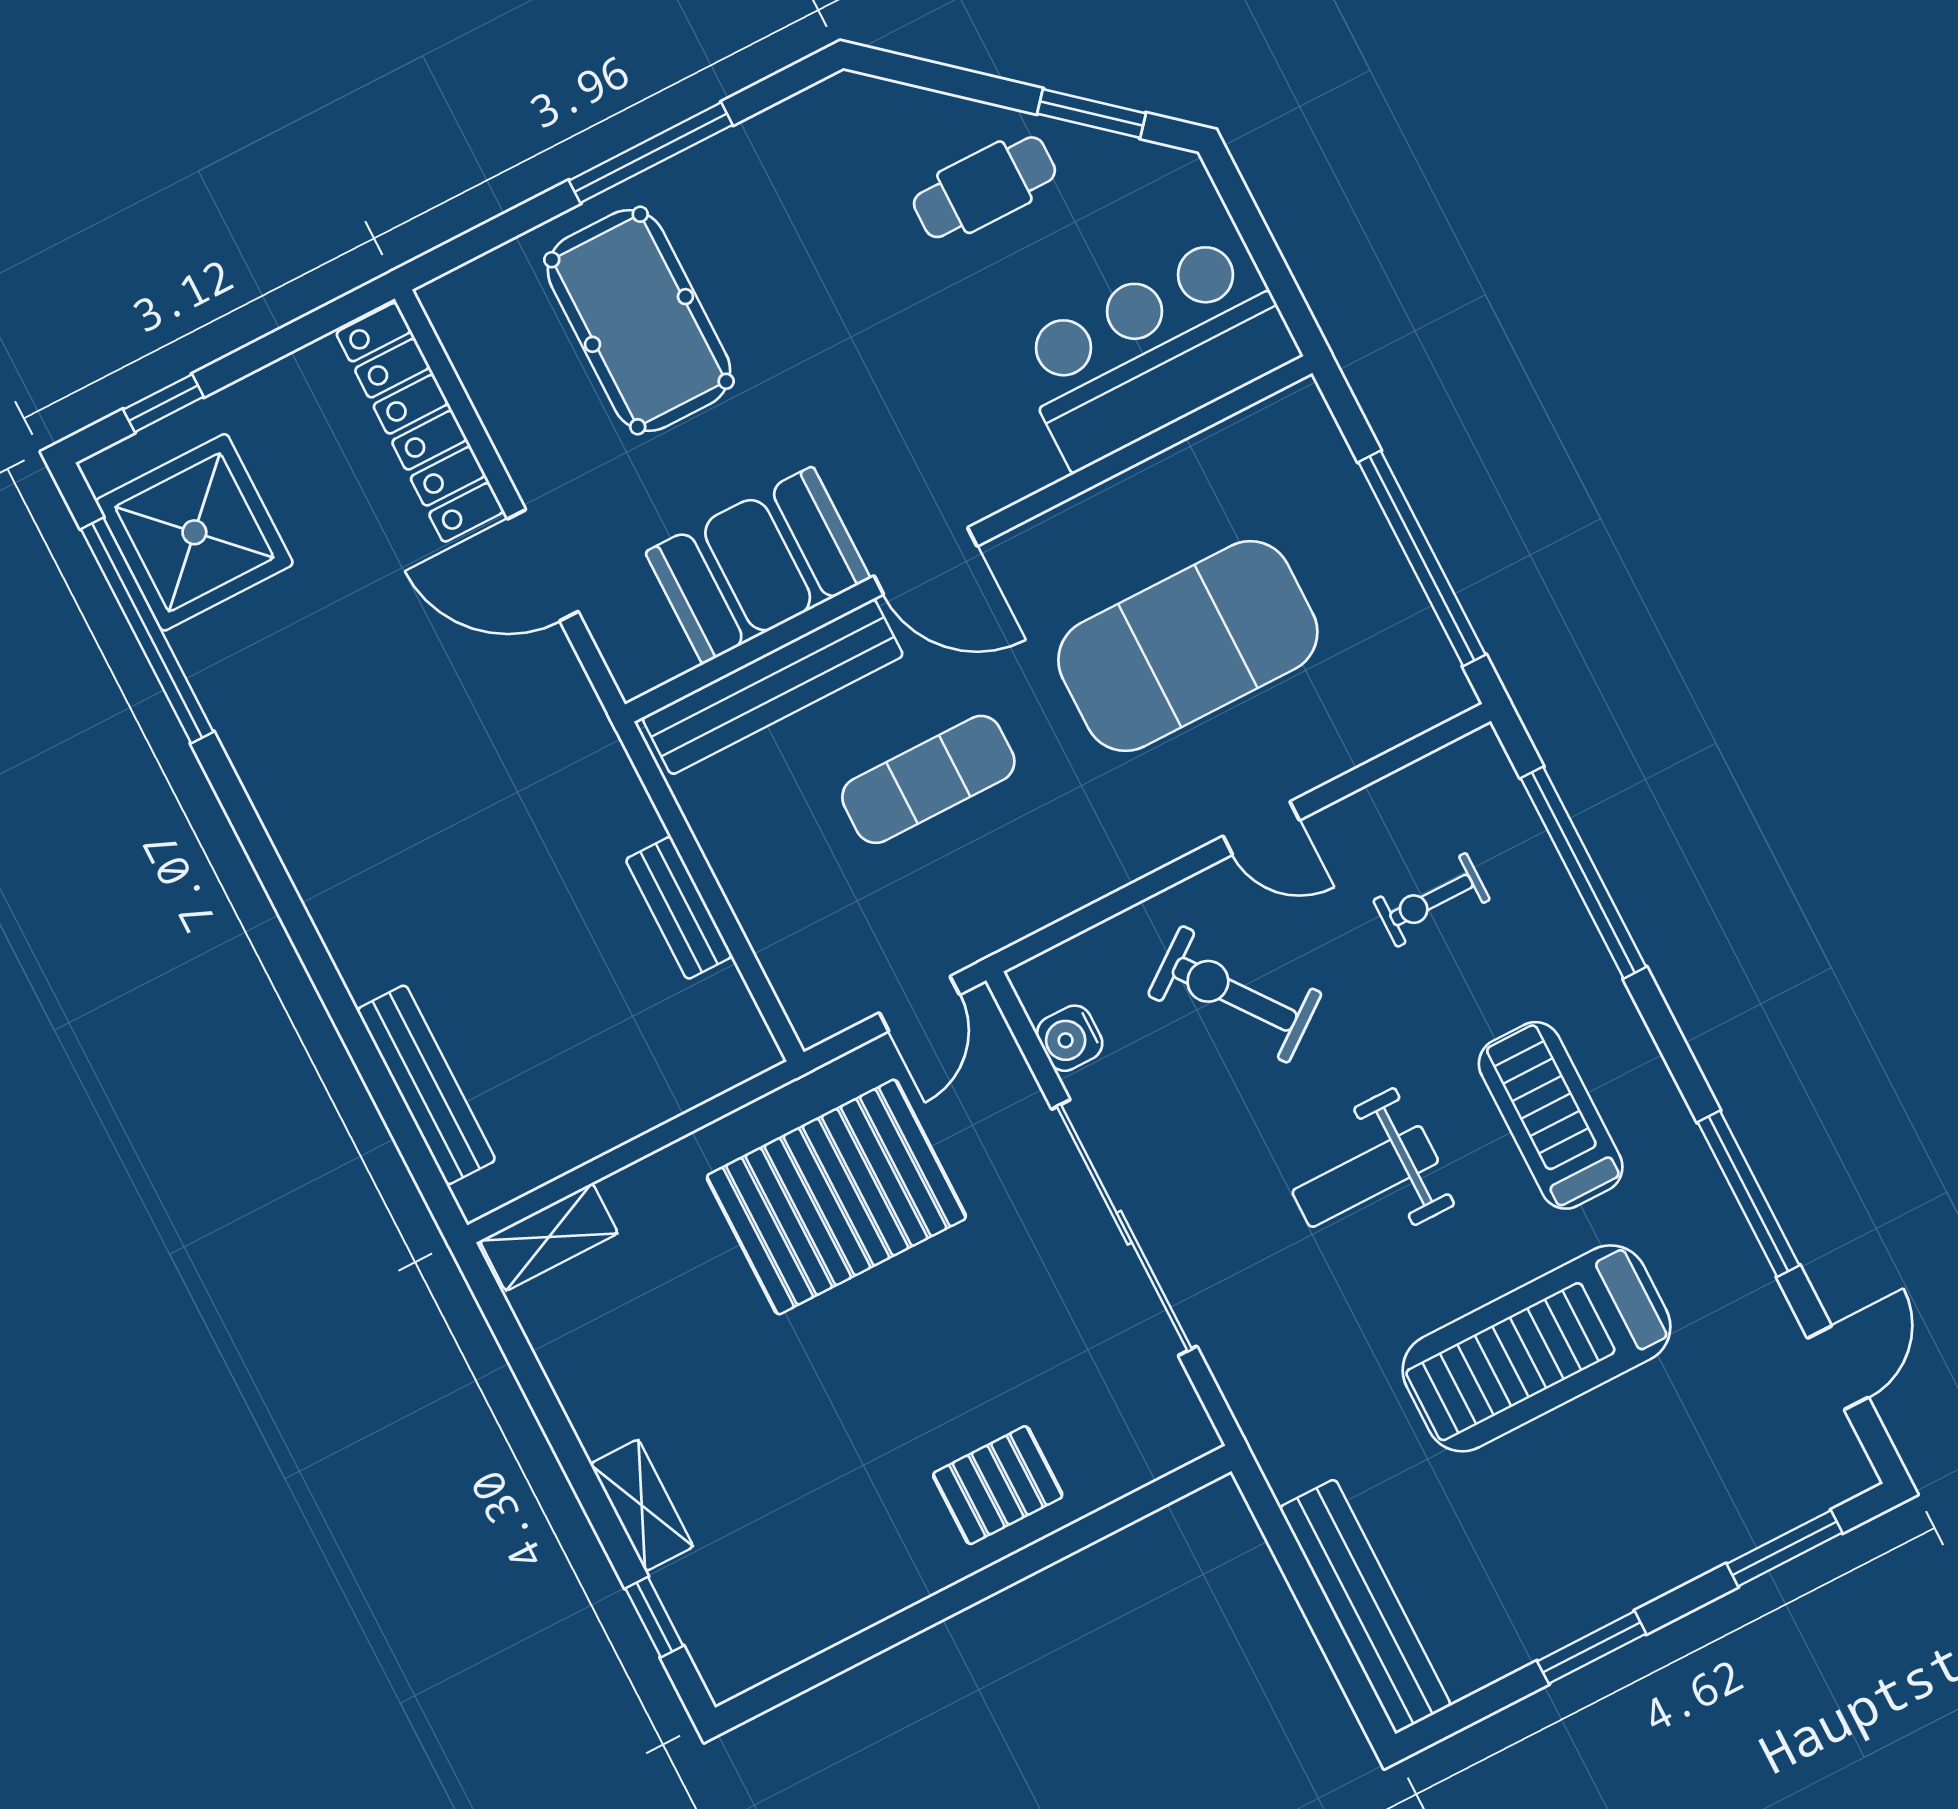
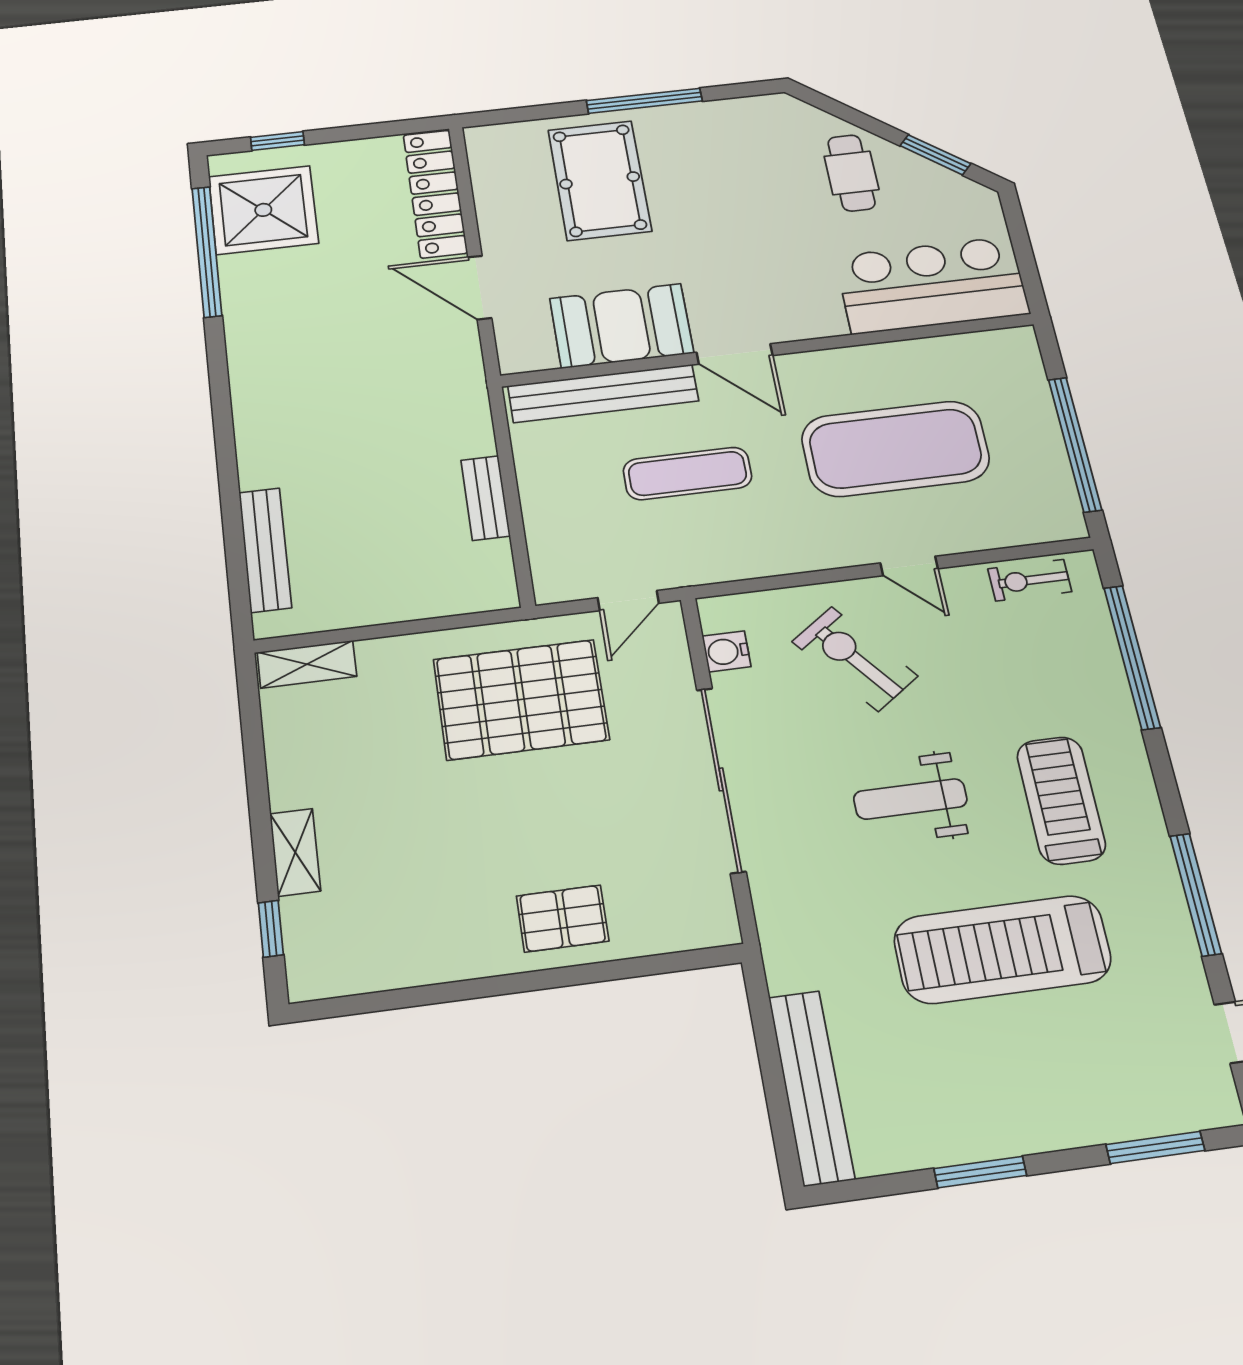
cafe table: (984, 187) -> (851, 173), turned 90
exercise bike: (1431, 900) -> (1030, 580), moved

